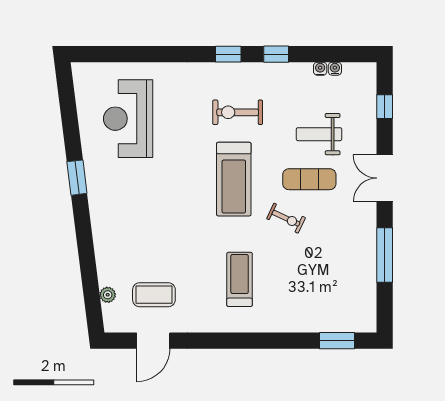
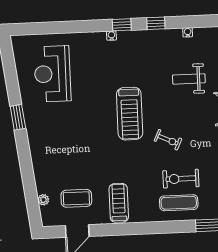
water cooler: (335, 69) -> (111, 36), moved
exercise bike: (238, 112) -> (181, 179), moved
exercise mat: (309, 179) -> (179, 203), moved
treadmill: (240, 279) -> (119, 203), moved

